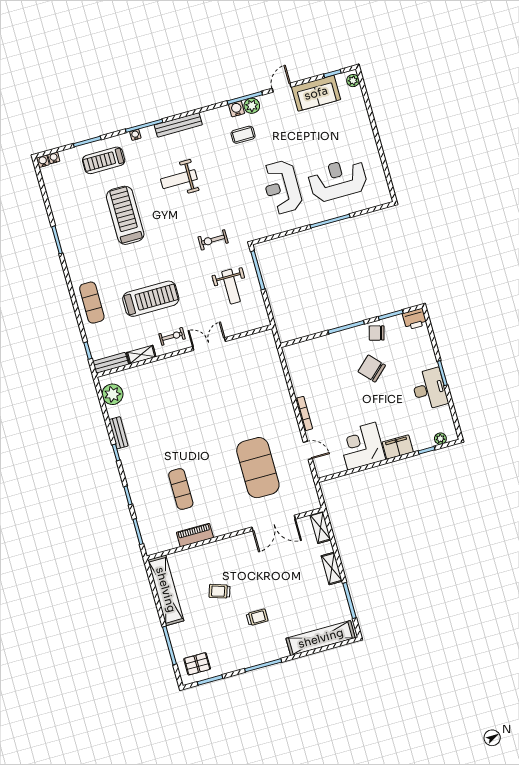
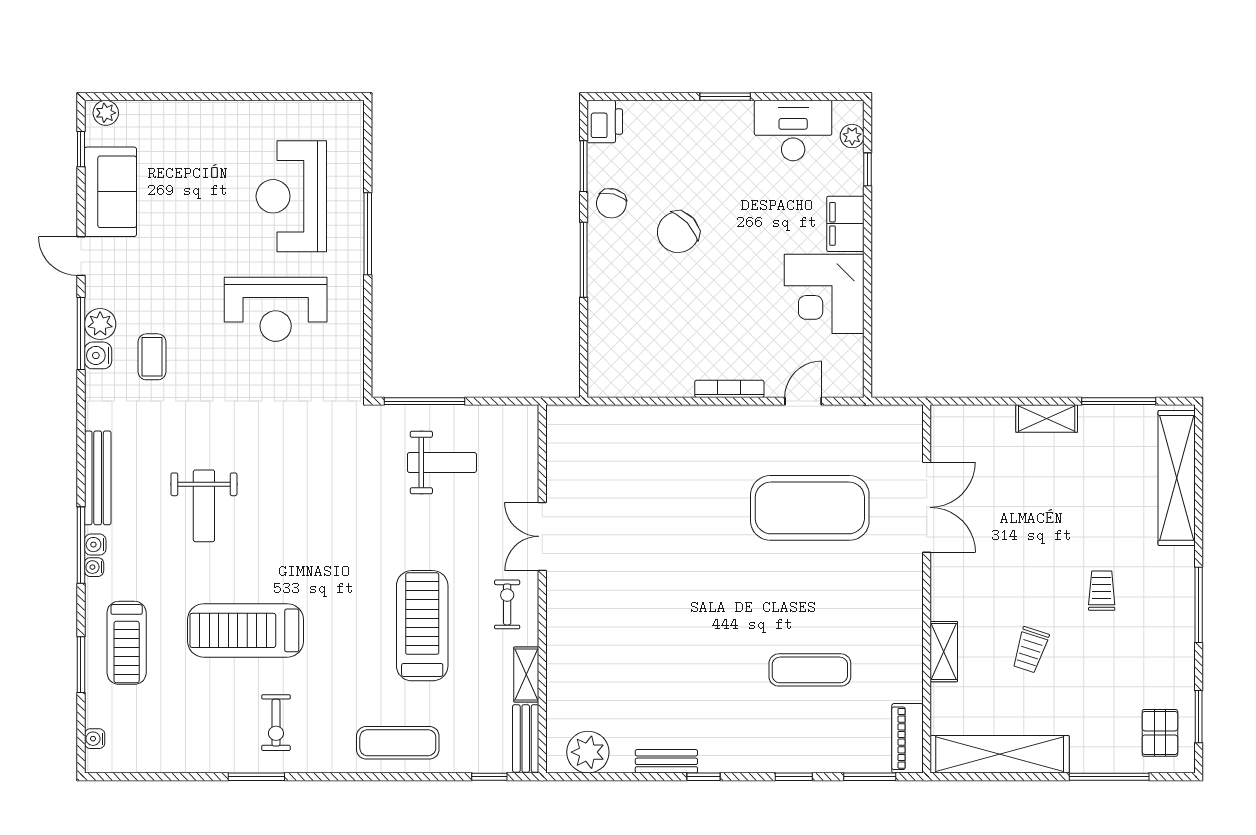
water cooler: (43, 161) -> (95, 545), moved
exercise bike: (213, 240) -> (276, 723), moved
desk: (429, 389) -> (793, 131), moved
shelving: (320, 527) -> (944, 652), moved, turned 90
piano: (195, 535) -> (907, 738), moved

